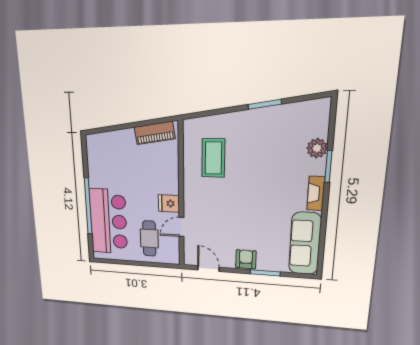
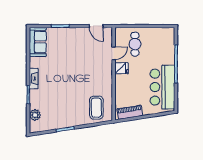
plant: (317, 148) -> (35, 115), moved
coffee table: (213, 158) -> (96, 108), moved
bar counter: (108, 221) -> (162, 87), moved
sofa: (305, 244) -> (38, 42), width x0.73
armchair: (246, 259) -> (73, 34), removed

